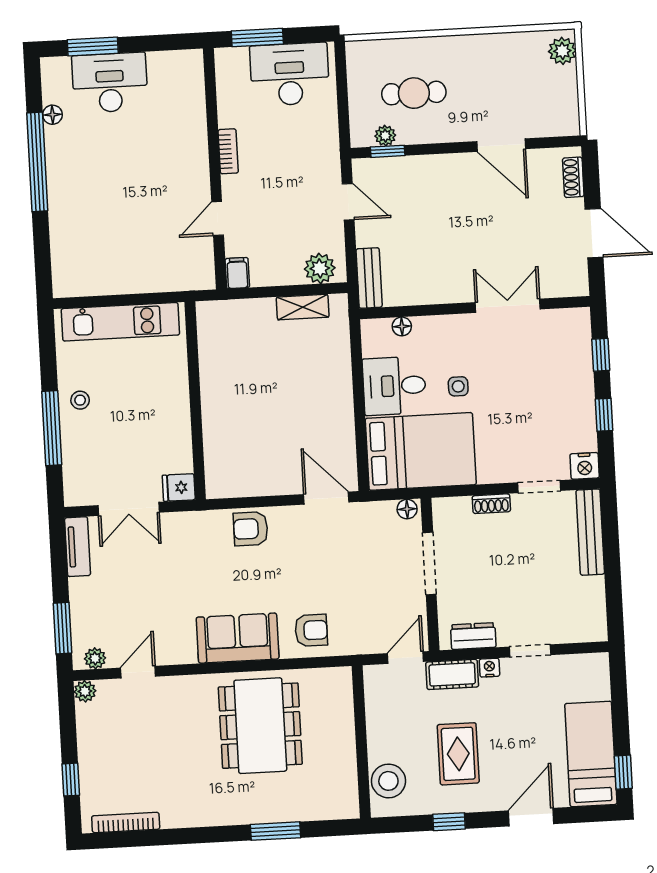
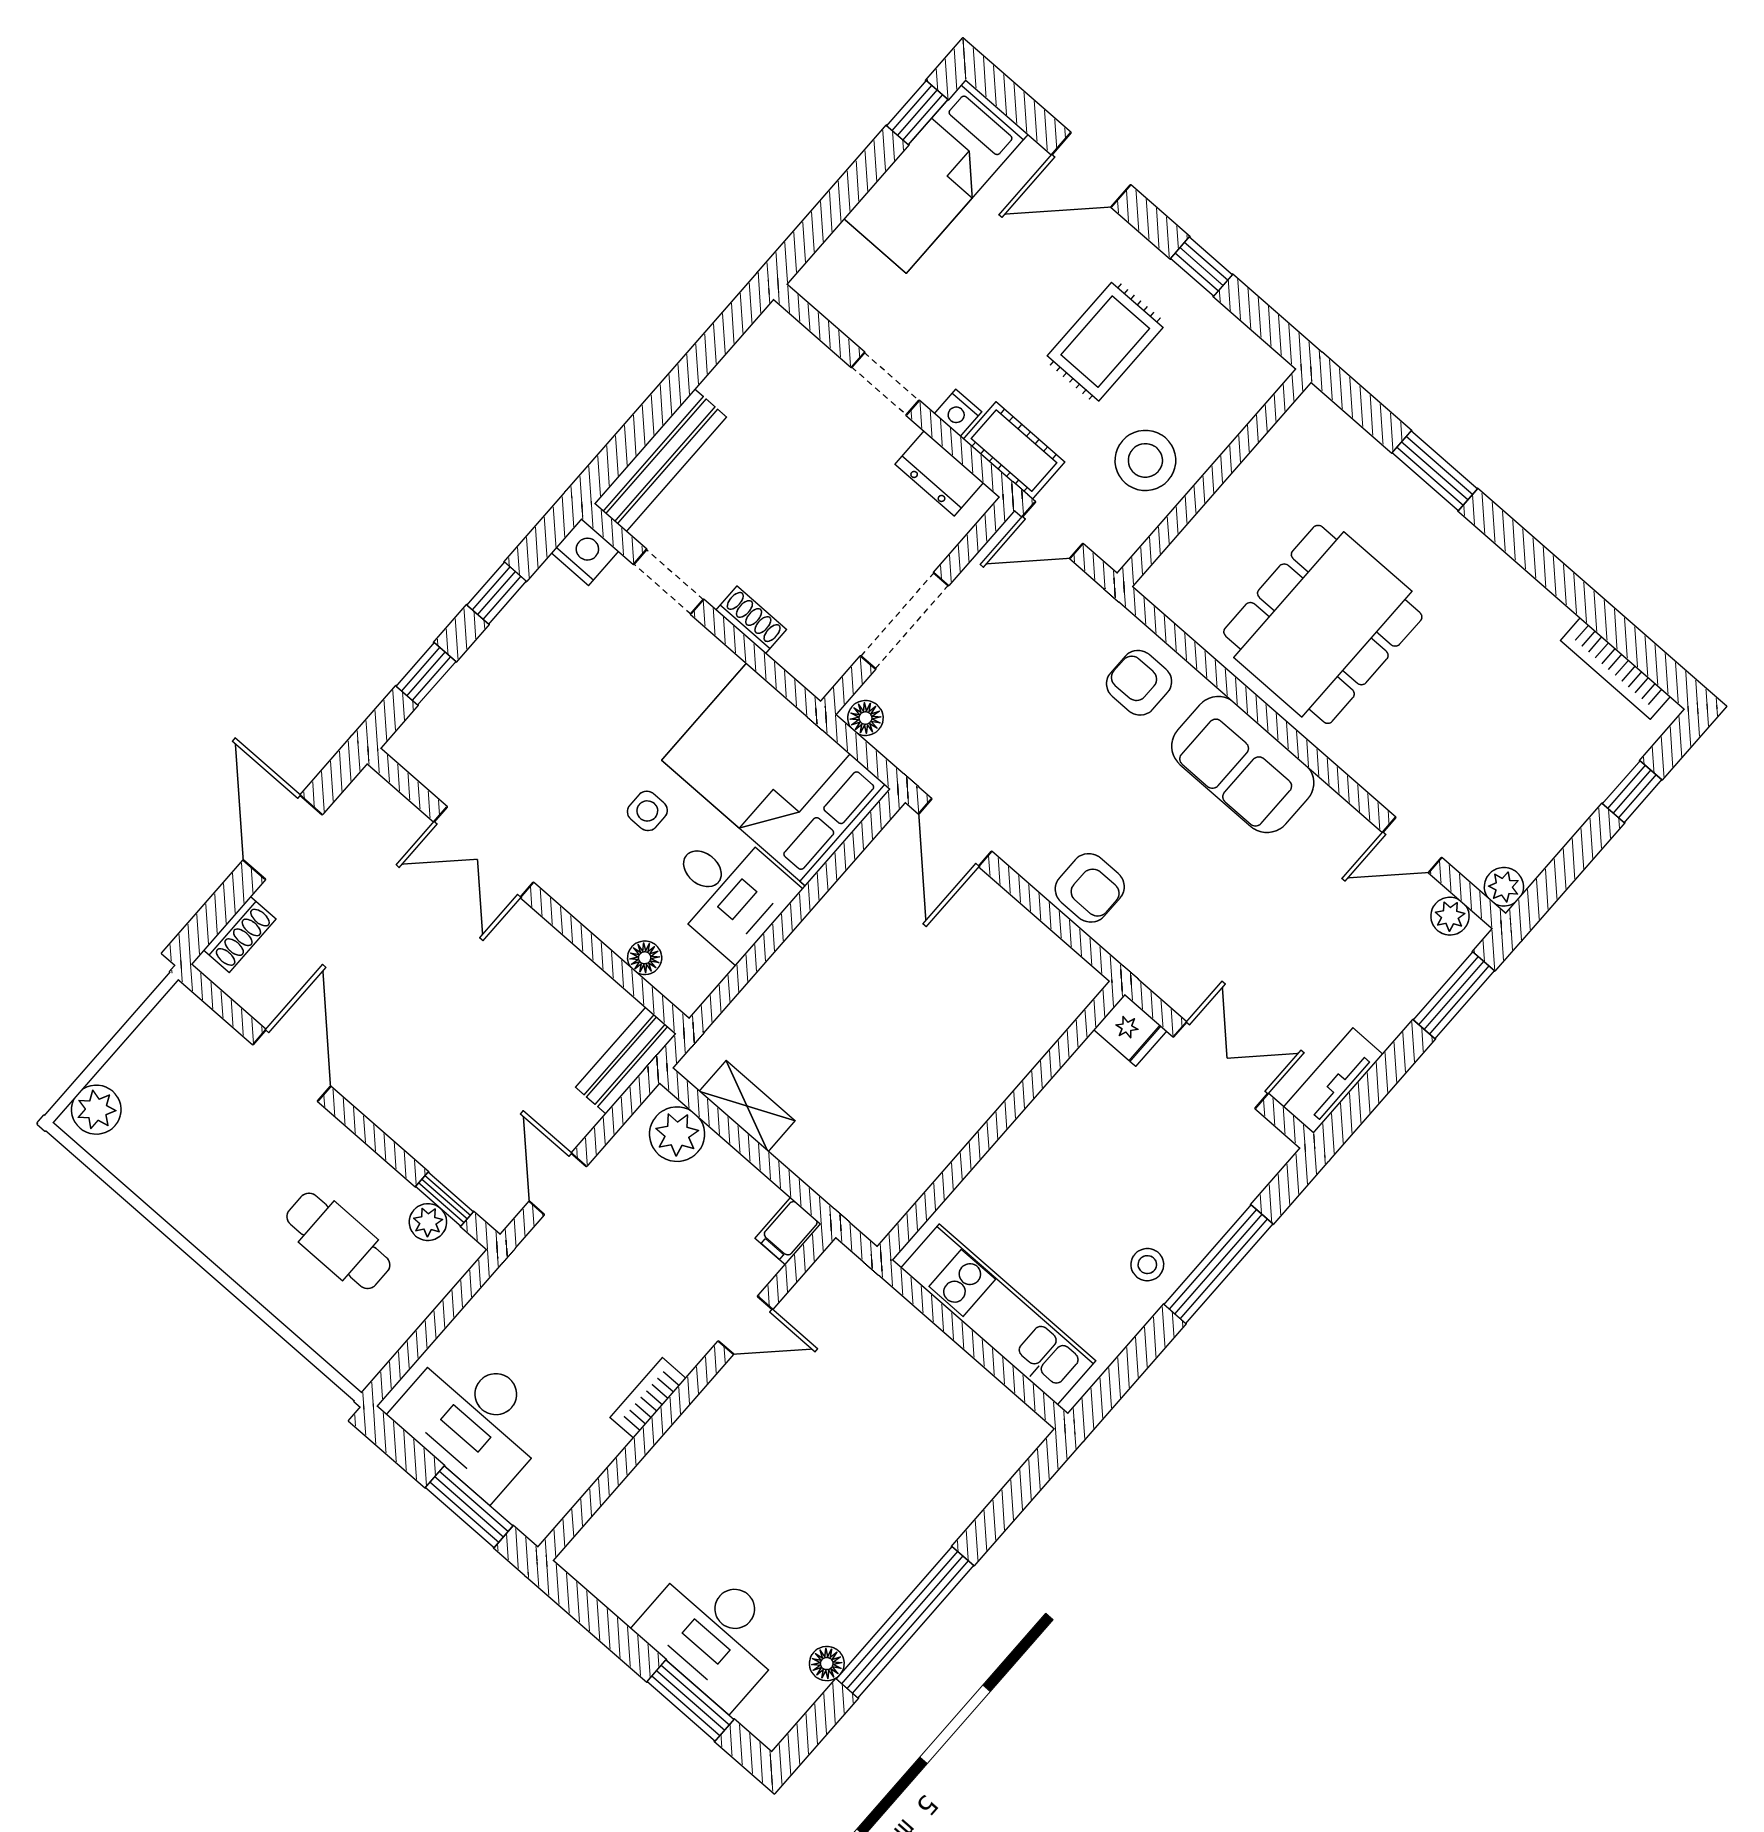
stool: (388, 781) -> (1145, 460), moved

